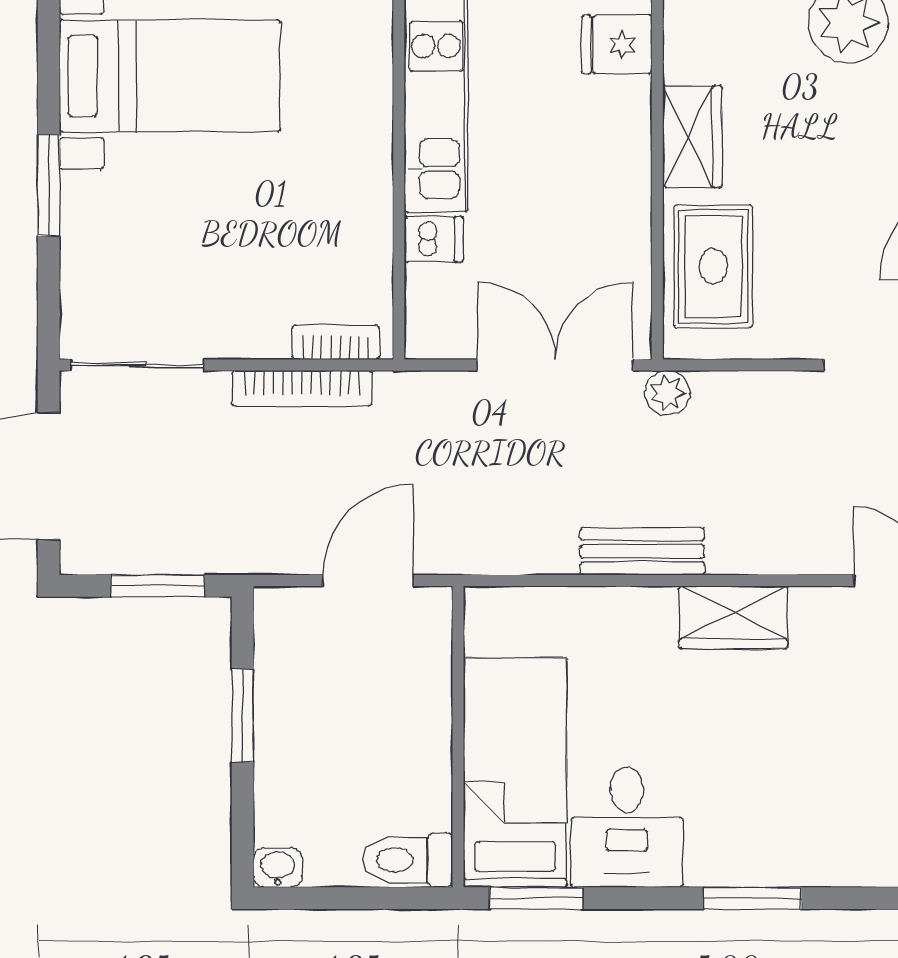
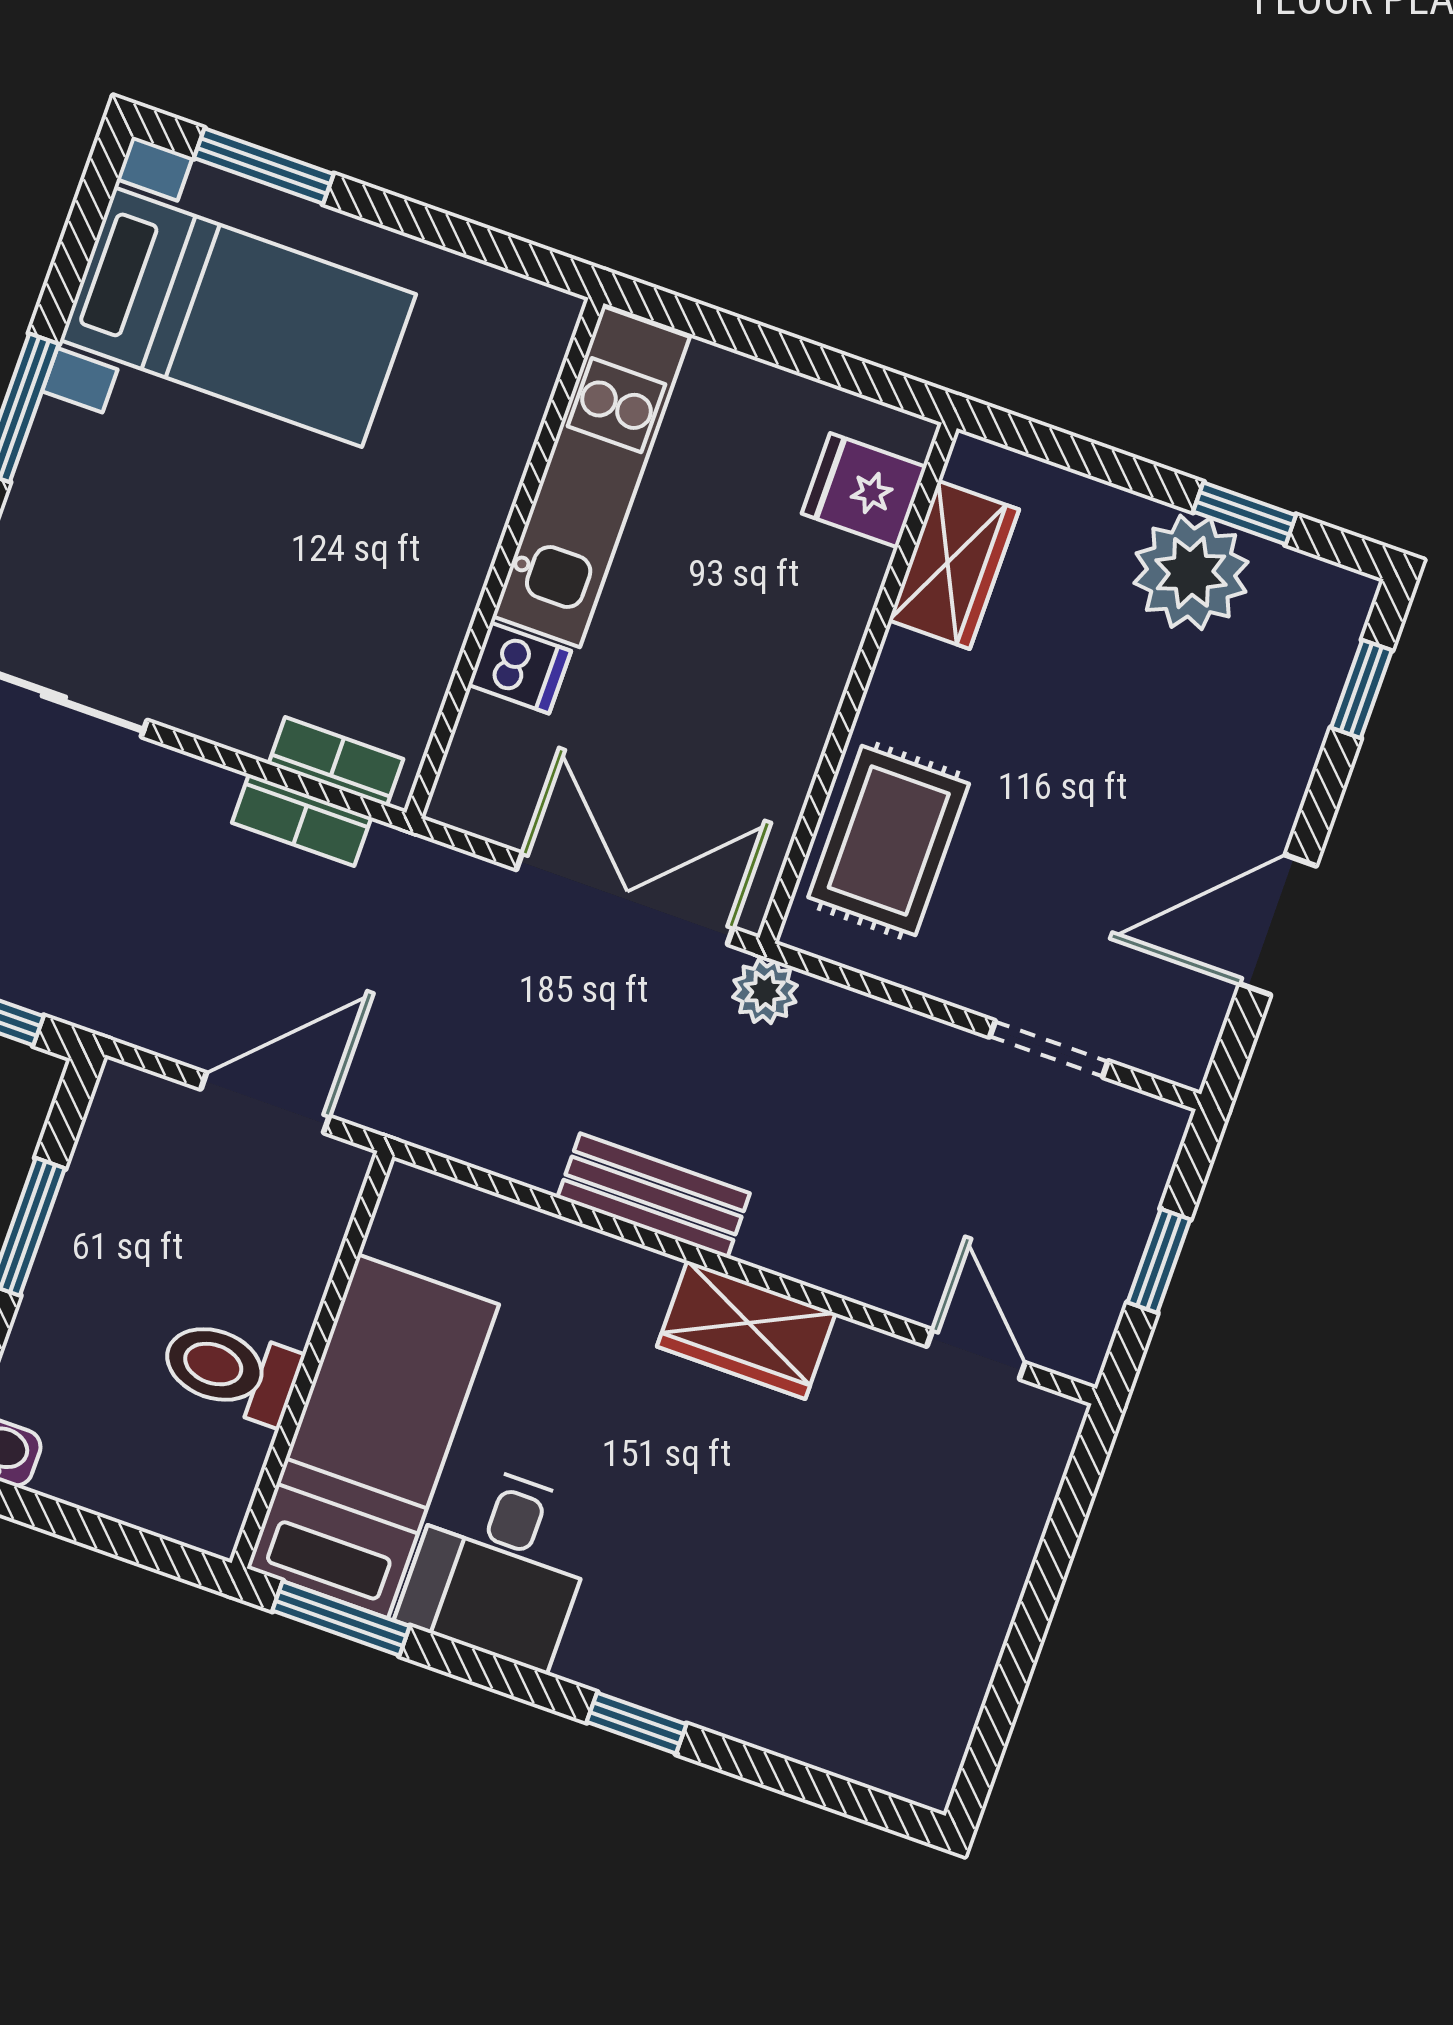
wardrobe: (692, 137) -> (954, 565), moved
bookcase: (302, 388) -> (302, 820), width x0.64
toilet: (407, 860) -> (230, 1370), moved
window: (752, 898) -> (637, 1723), width x0.67

